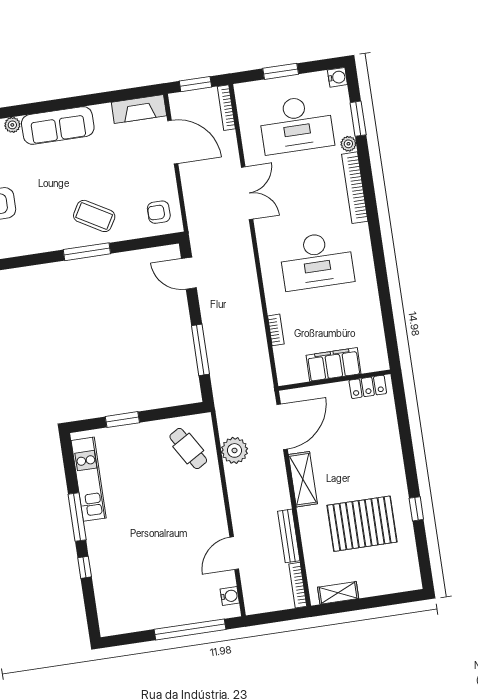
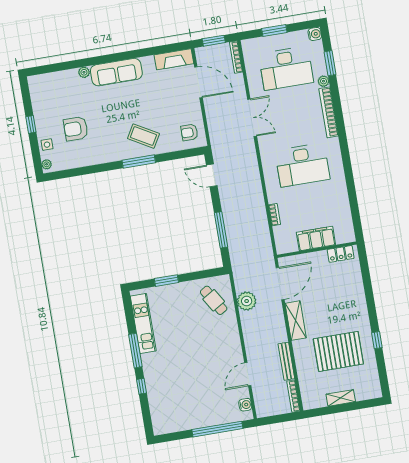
shelving: (338, 593) -> (341, 398), moved

